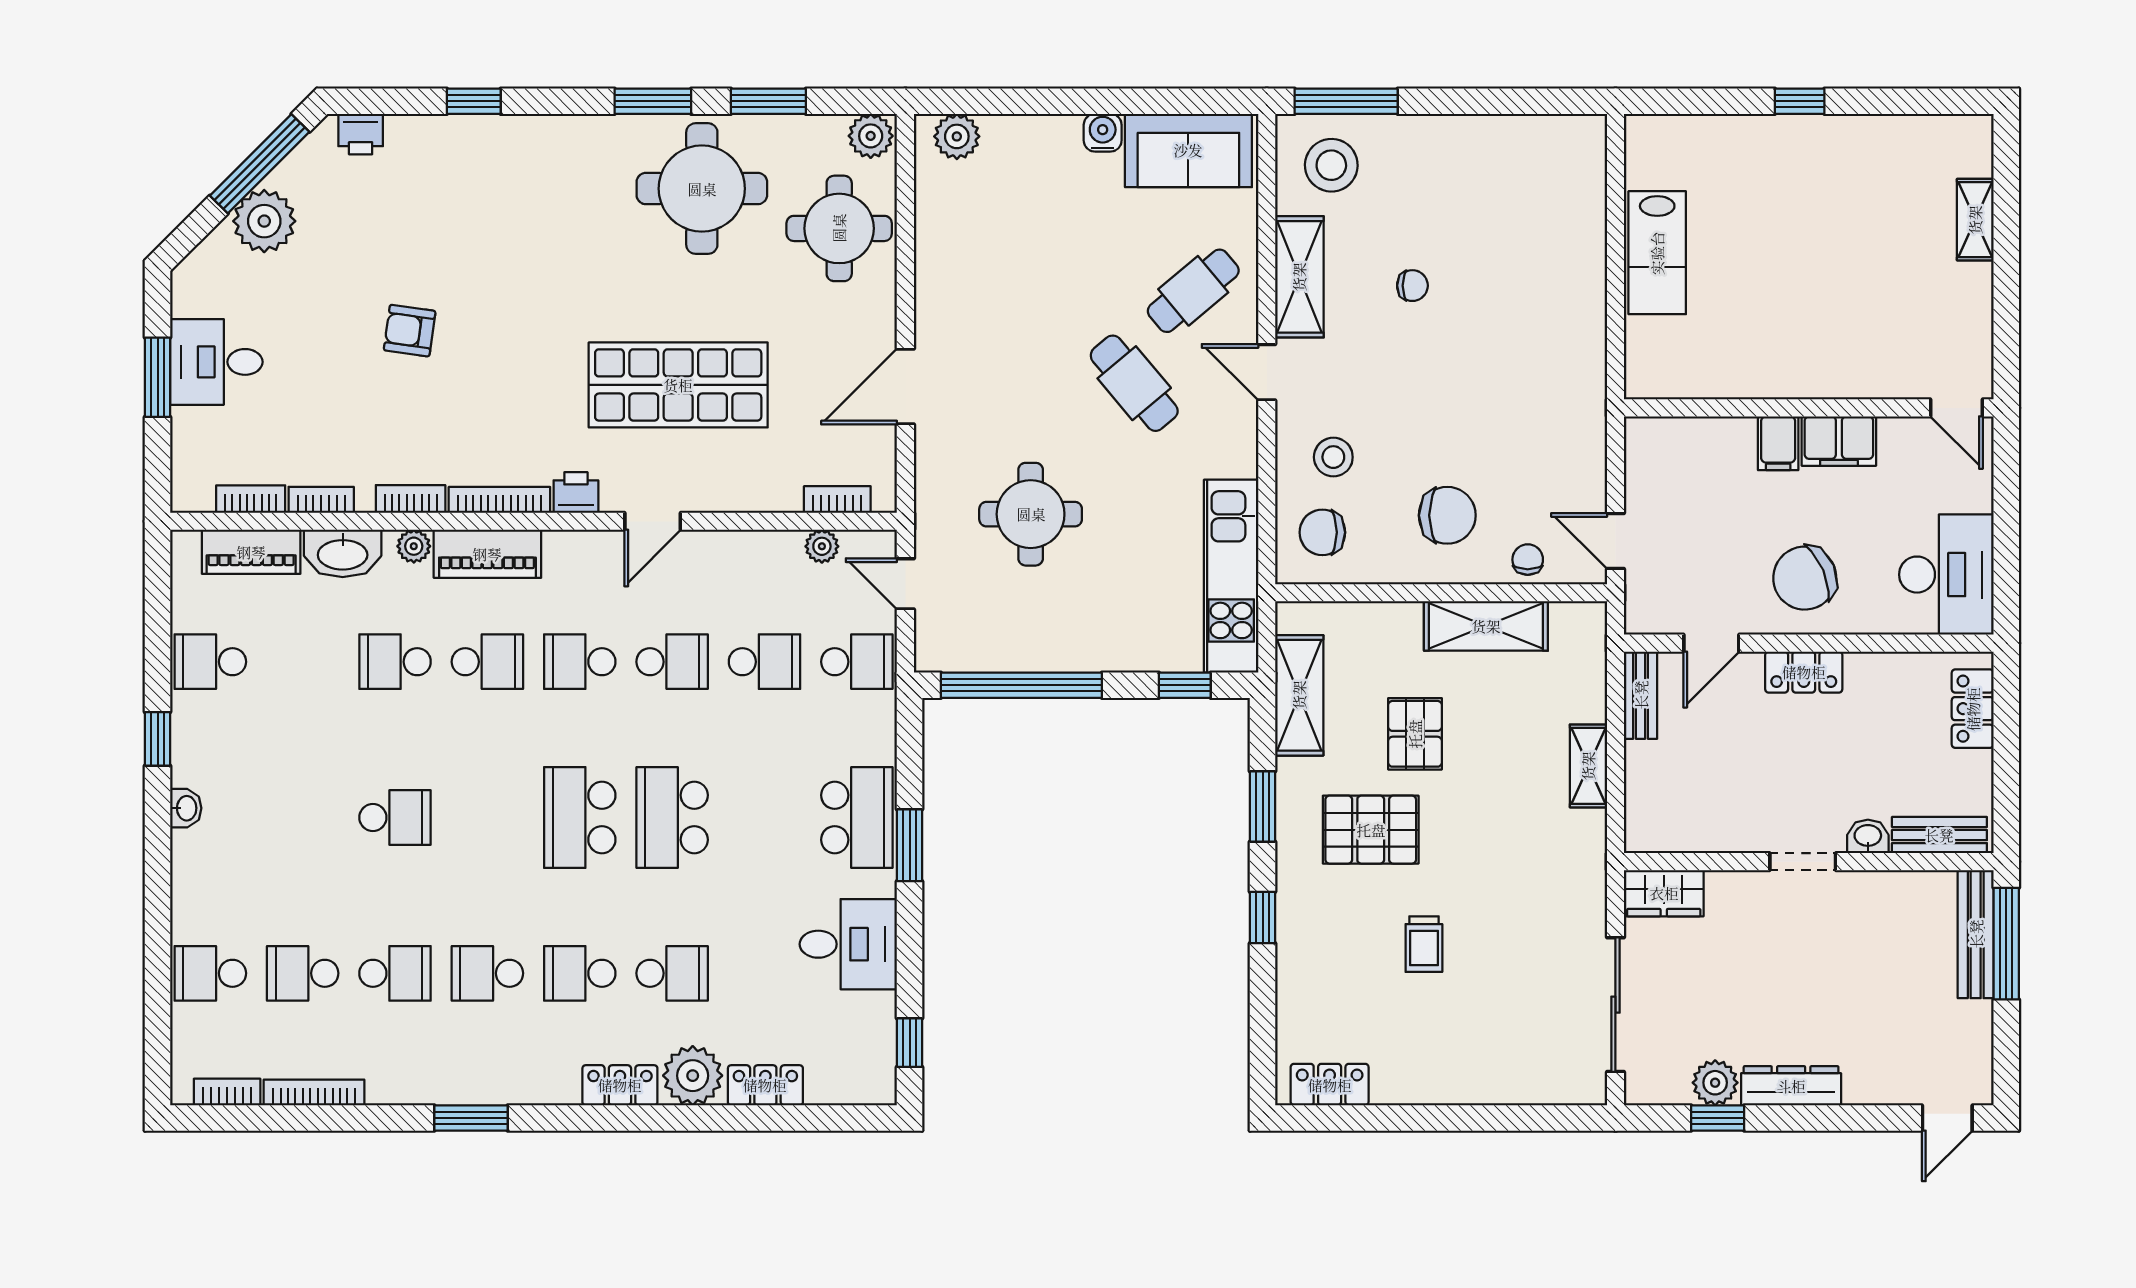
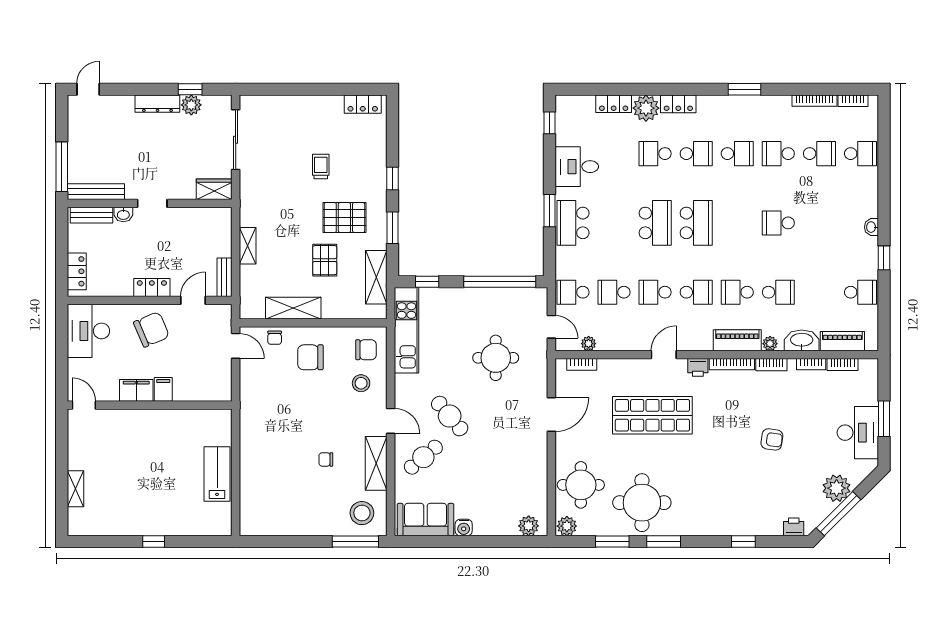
desk: (216, 362) -> (858, 433), width x1.37
bench: (1976, 934) -> (96, 192), moved, turned 90

